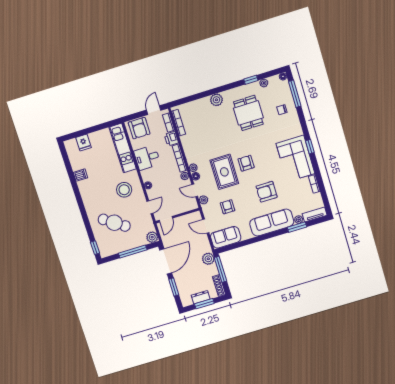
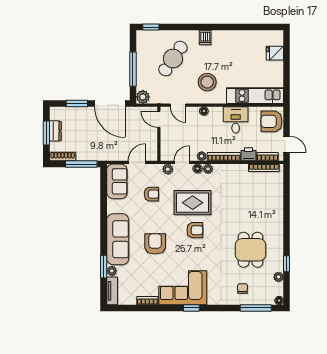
plant: (216, 100) -> (276, 218), removed
dining table: (248, 113) -> (251, 250), turned 90
dishwasher: (80, 175) -> (205, 38), moved
plant: (208, 259) -> (98, 154), removed

